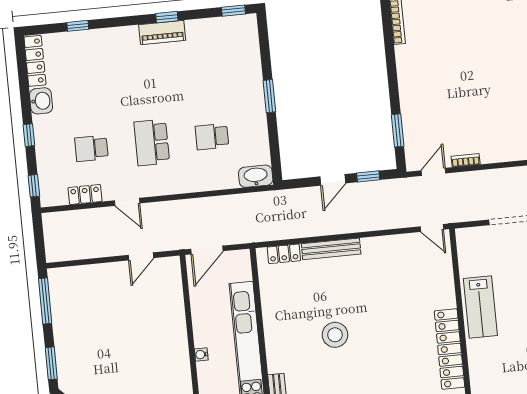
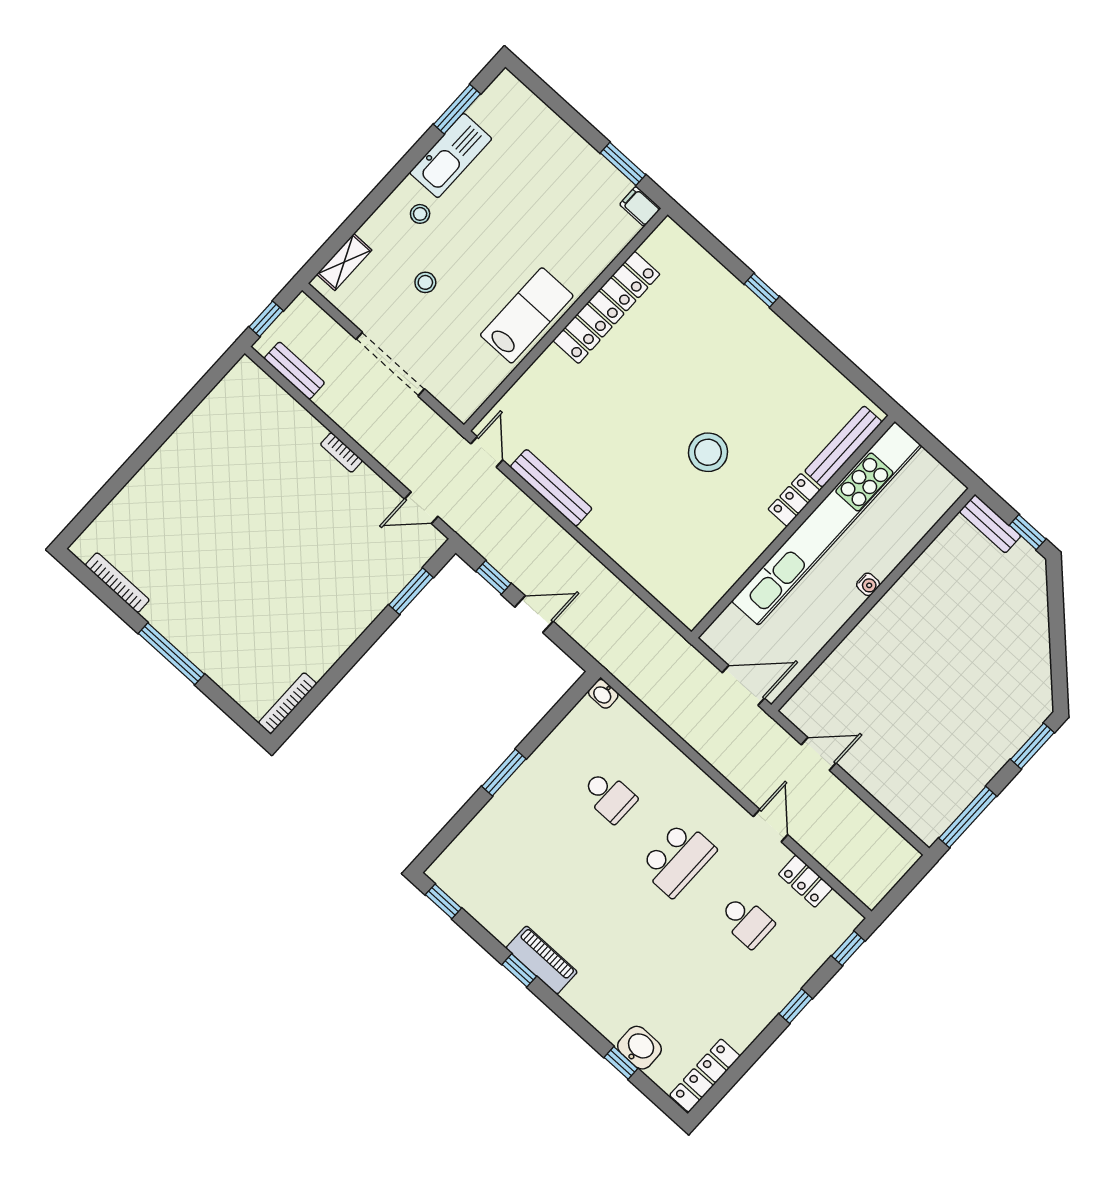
washbasin: (41, 101) -> (639, 1048), moved, turned 90
bookcase: (466, 160) -> (341, 452), moved
washbasin: (256, 176) -> (603, 694), width x0.52, depth x0.69
bench: (331, 249) -> (551, 488), moved
locker: (284, 254) -> (794, 500), moved, turned -90

